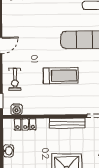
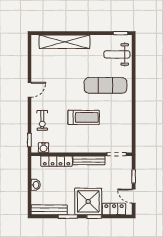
locker: (25, 124) -> (57, 161), width x1.53

